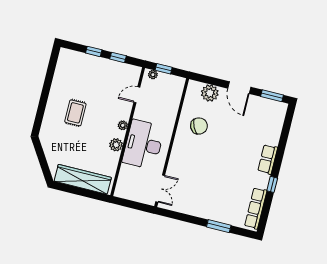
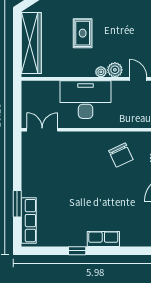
rug: (75, 113) -> (83, 33), moved, turned 90
plant: (116, 145) -> (115, 70), moved
double door: (160, 189) -> (42, 130), swing flipped
row of seats: (256, 208) -> (29, 221), moved, turned 90

